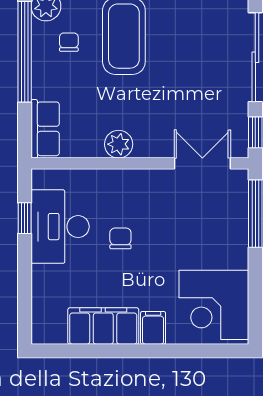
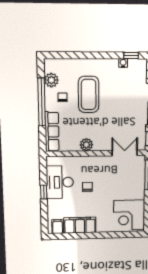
row of seats: (45, 129) -> (52, 132), width x1.48
window: (25, 218) -> (44, 192), moved
filing cabinet: (153, 328) -> (58, 227), moved

